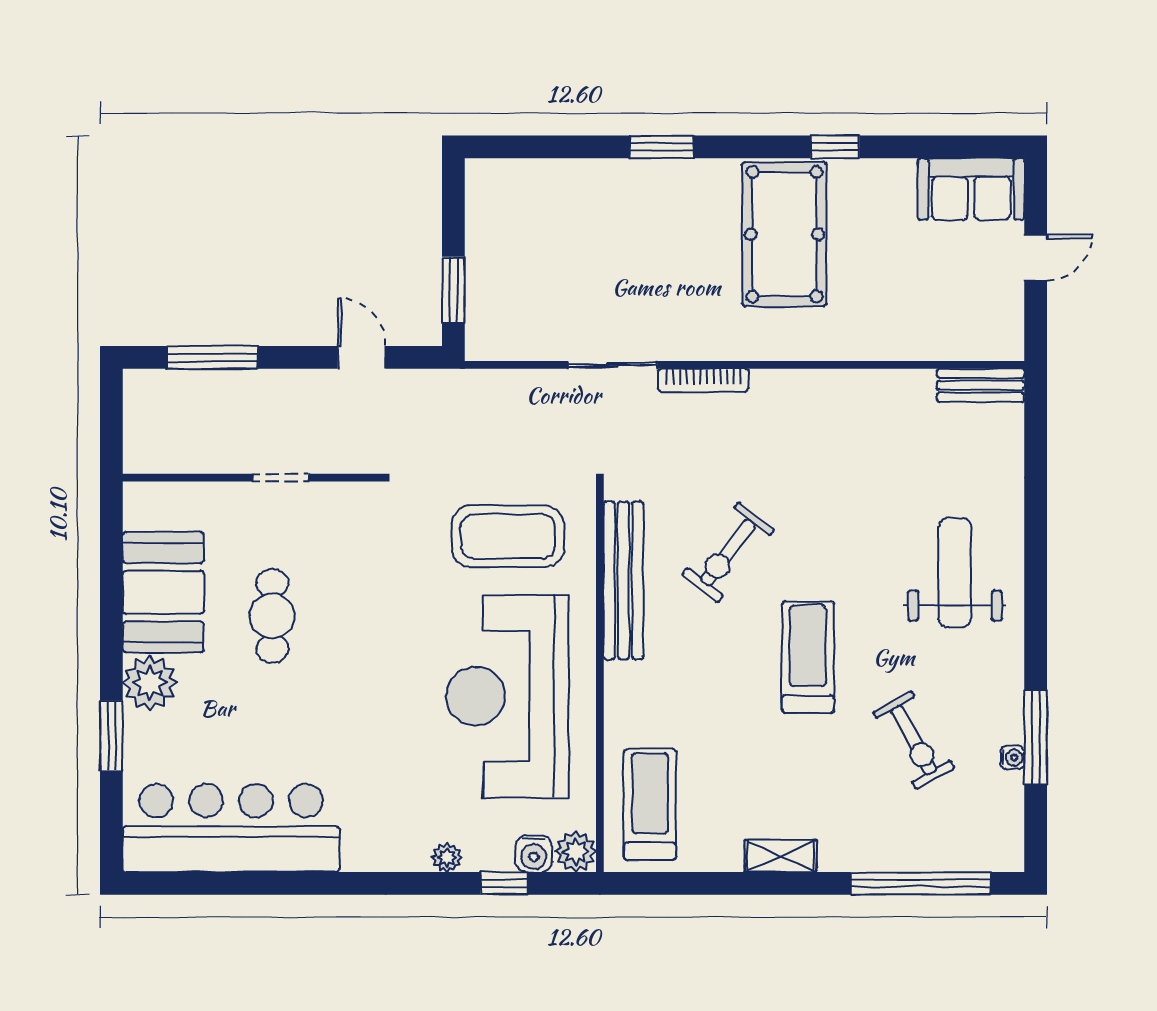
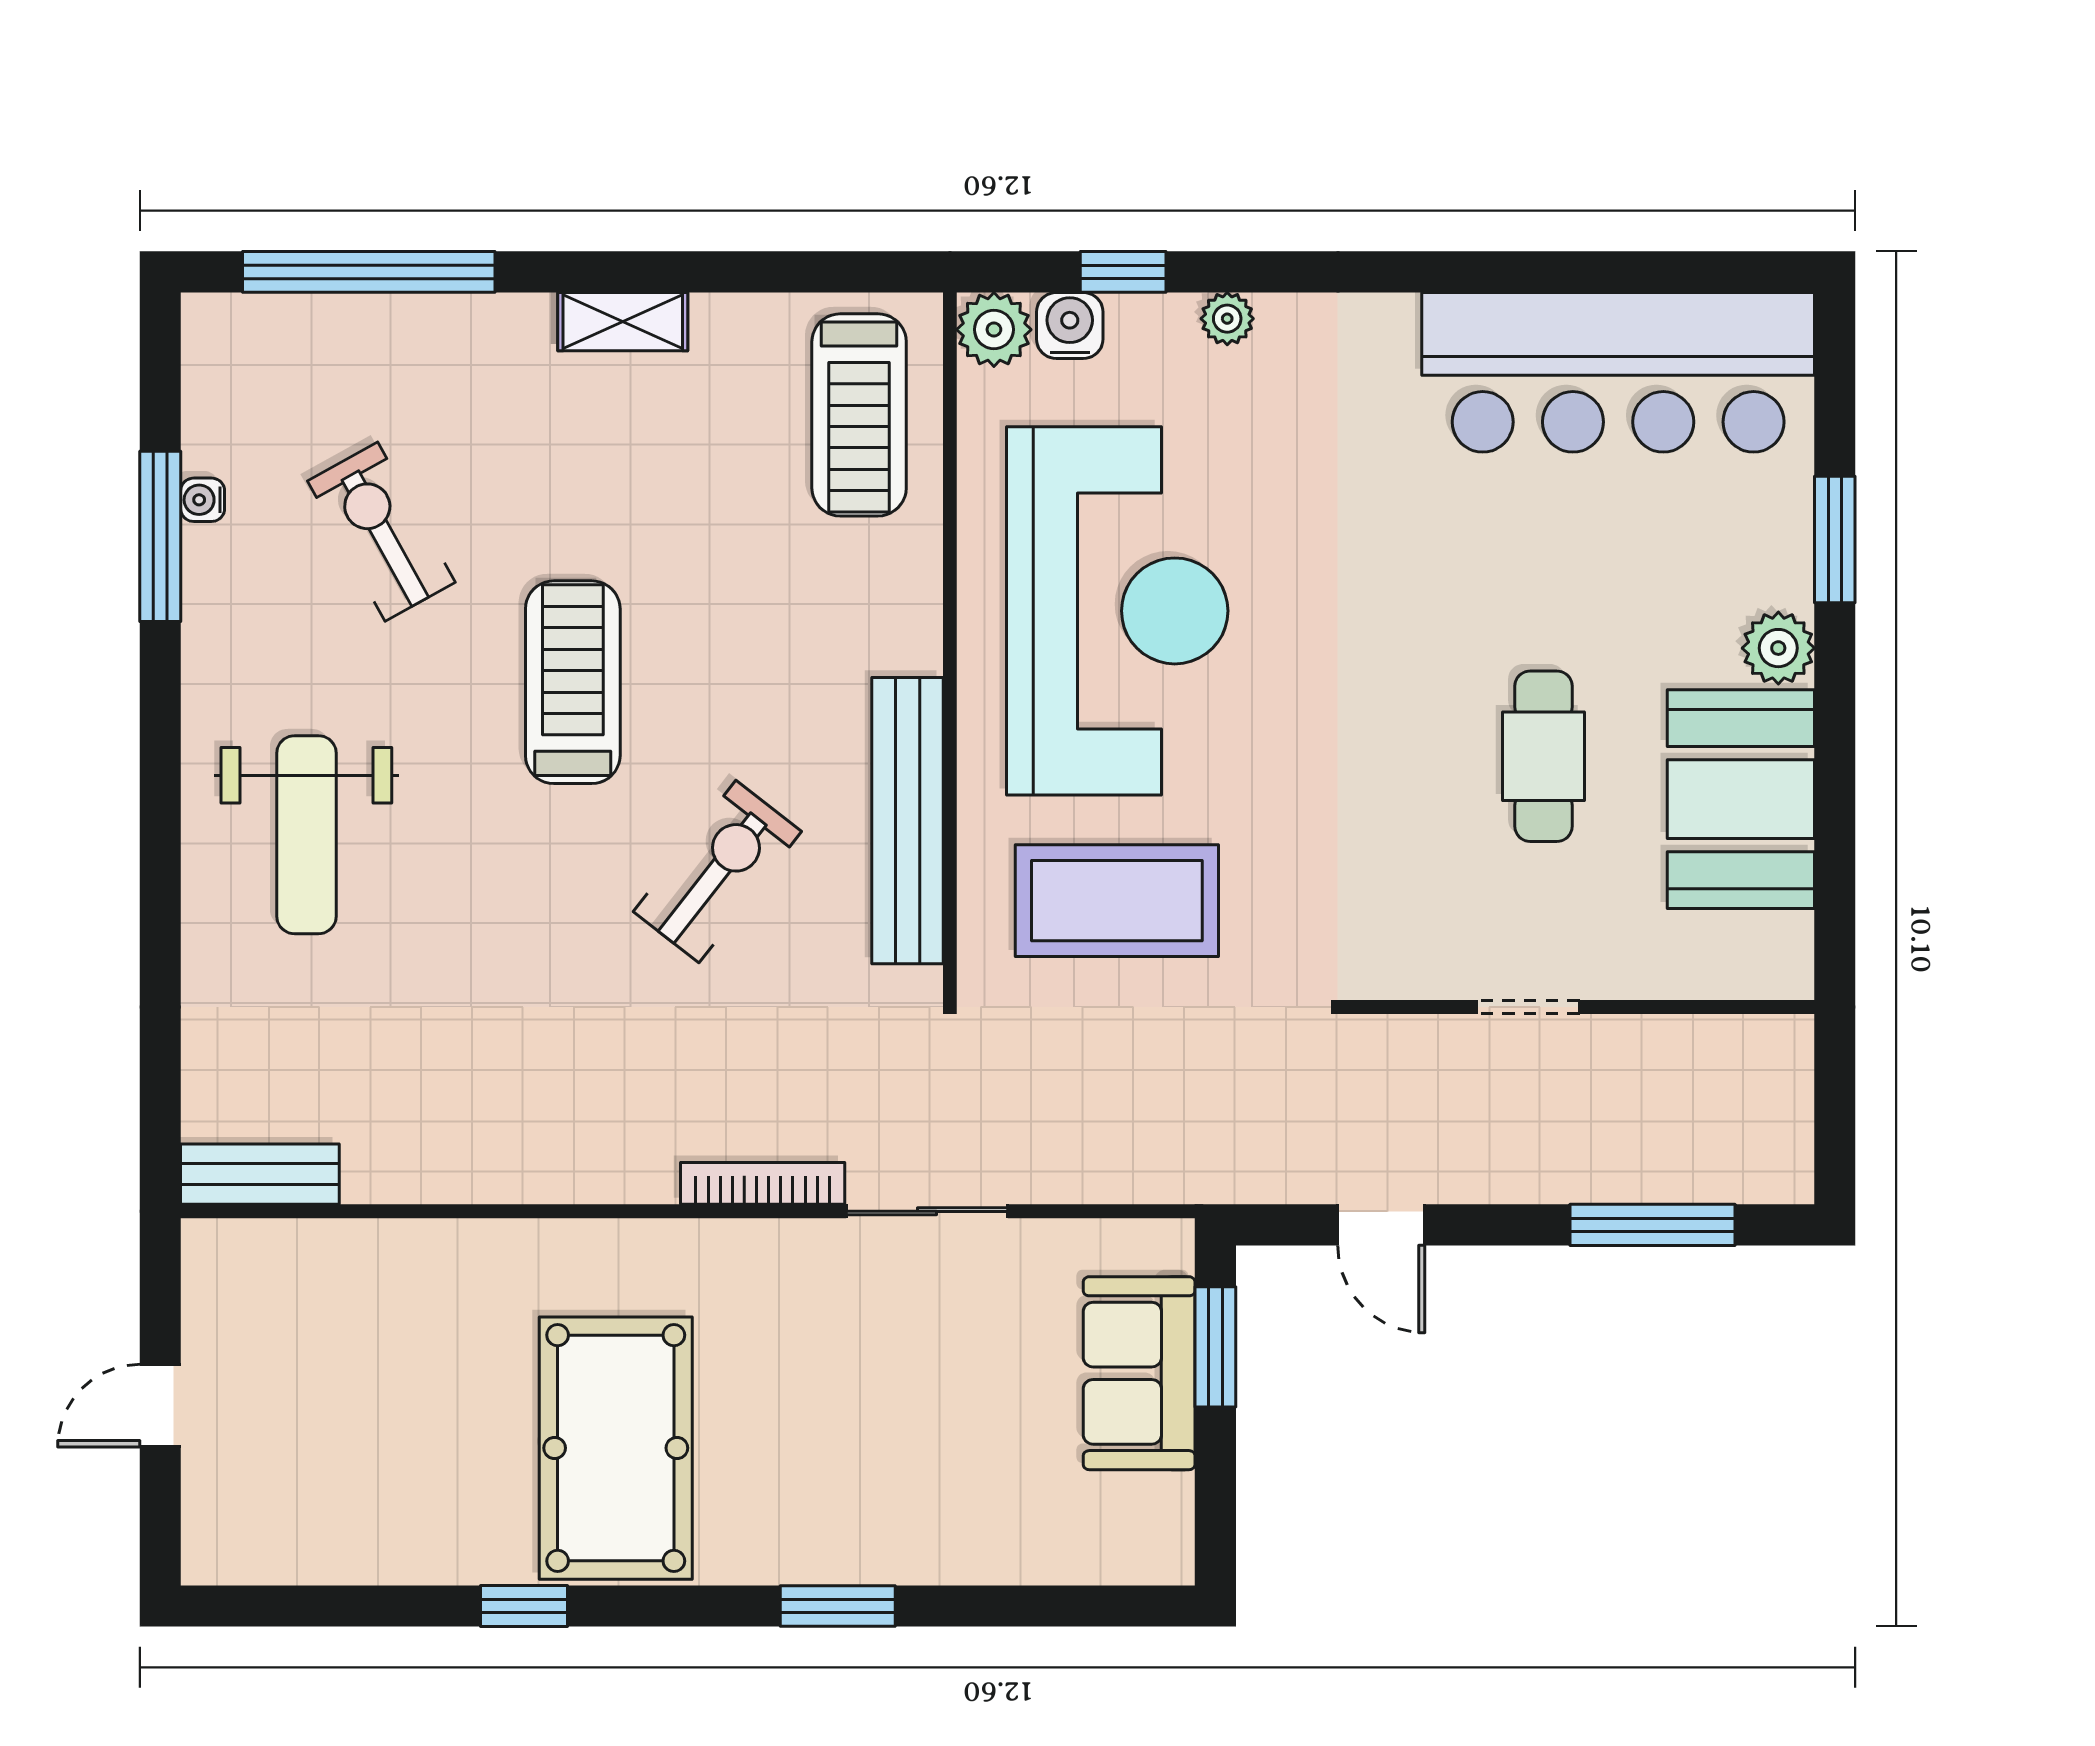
sofa: (971, 189) -> (1139, 1373), moved, turned -90
treadmill: (808, 657) -> (573, 682), turned 180
plant: (150, 683) -> (1778, 648), width x0.73, depth x0.73

